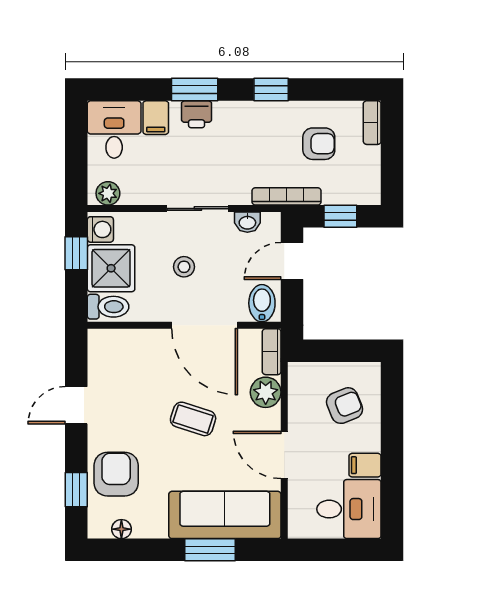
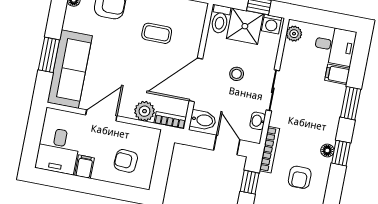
floor lamp: (271, 111) -> (327, 151), added
printer: (197, 114) -> (334, 101), removed
armchair: (345, 406) -> (126, 161), turned 116
coffee table: (193, 419) -> (157, 33), moved, turned 72

